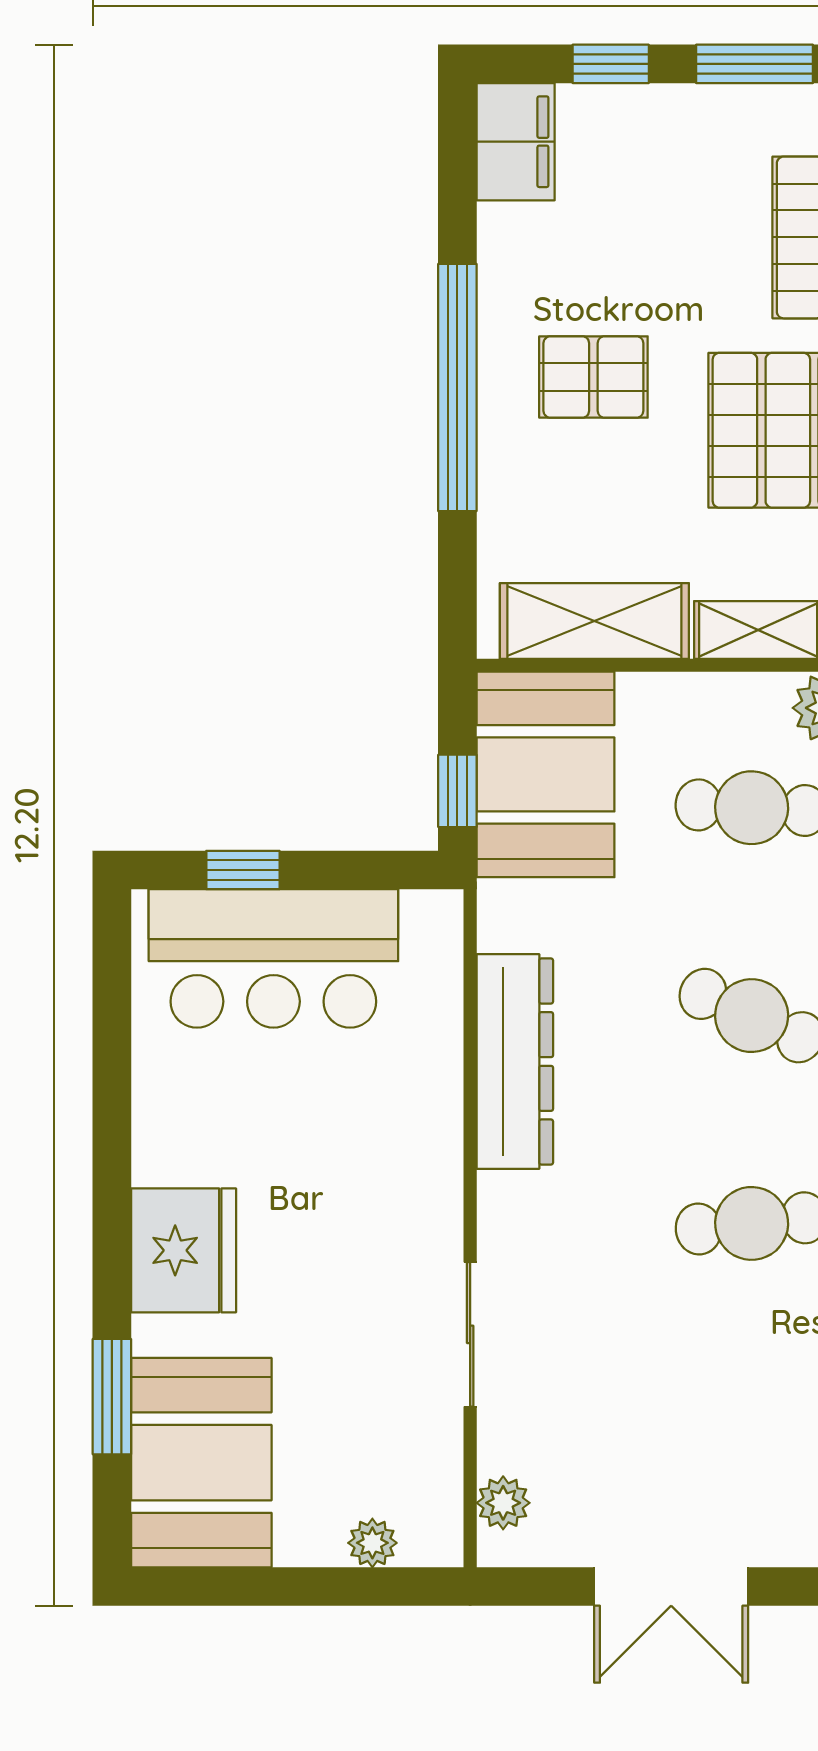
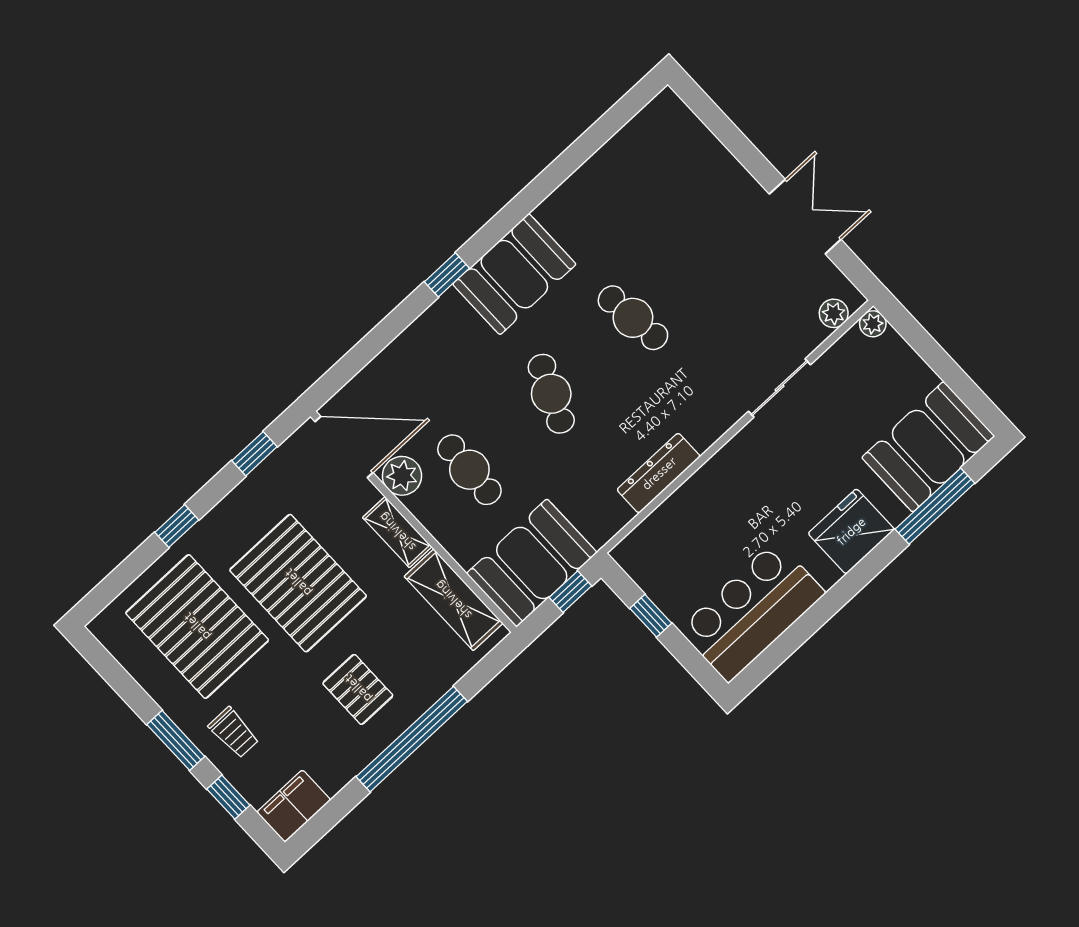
trolley: (692, 153) -> (234, 733), added
window: (243, 870) -> (651, 616), moved
bar counter: (273, 958) -> (752, 611), moved, turned -90
dresser: (515, 1061) -> (659, 473), width x0.73, depth x0.80
window: (112, 1397) -> (935, 506), width x1.44
plant: (372, 1543) -> (873, 324), moved

